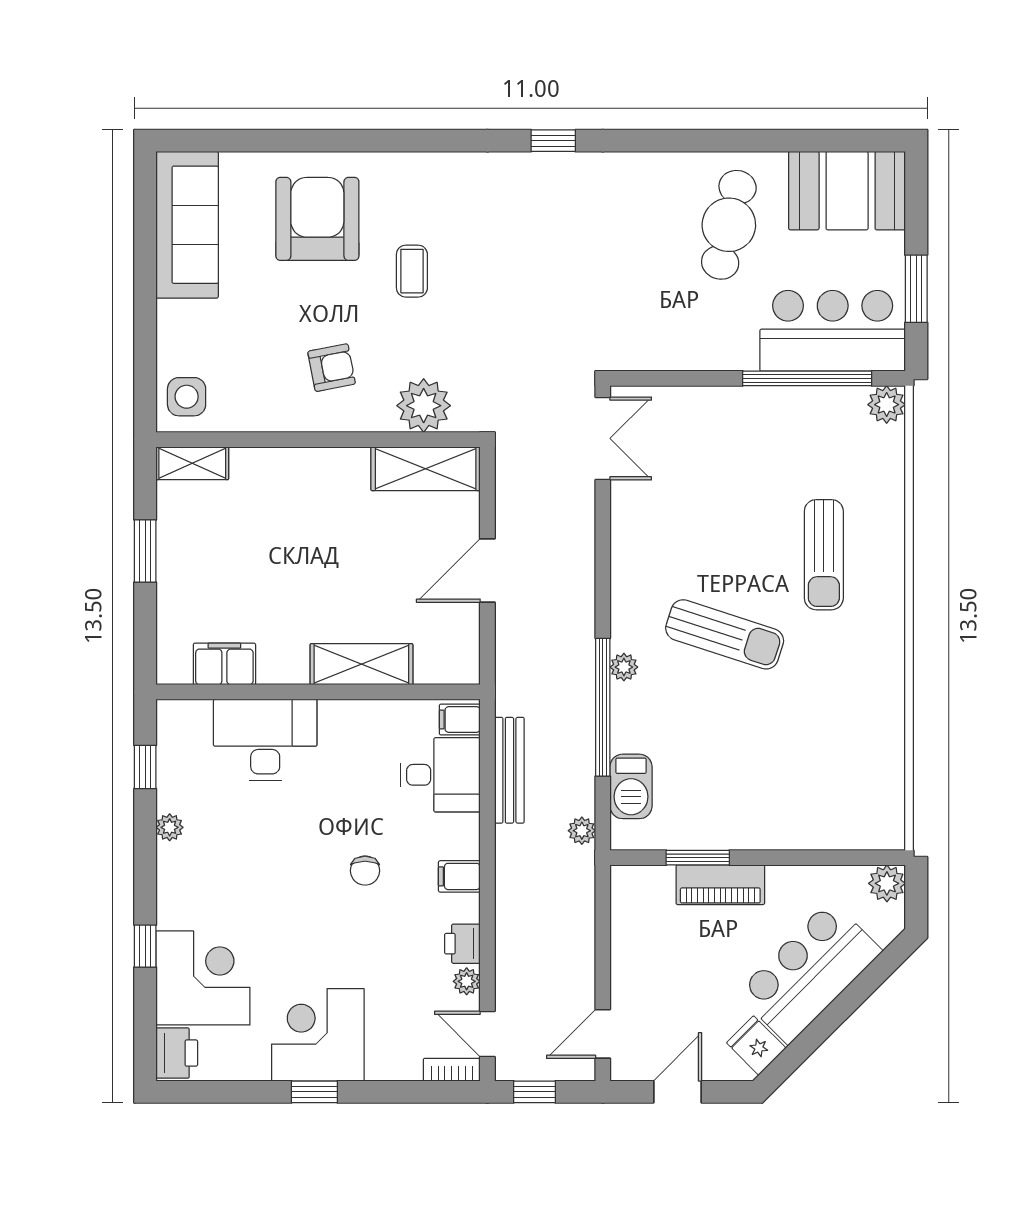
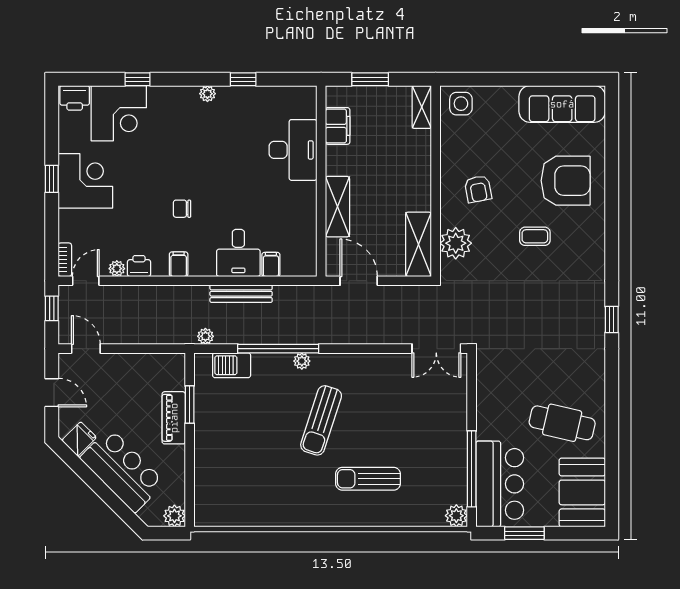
filing cabinet: (224, 664) -> (338, 126), moved
shelving: (361, 664) -> (337, 207), moved
wall: (318, 692) -> (321, 181), moved
desk: (265, 740) -> (293, 150), moved

